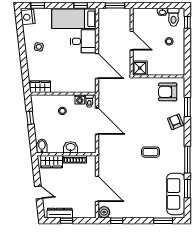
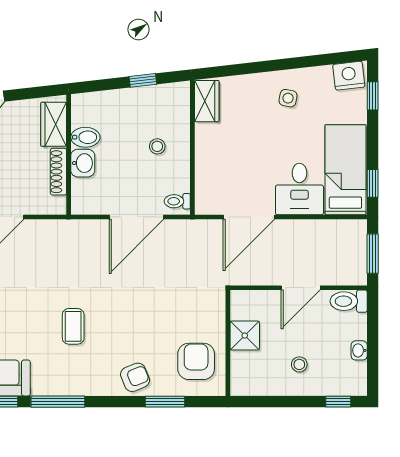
toilet: (173, 17) -> (349, 301), moved
shower: (140, 68) -> (245, 336), moved
washing machine: (80, 99) -> (181, 182), removed
bidet: (42, 146) -> (85, 137), moved

